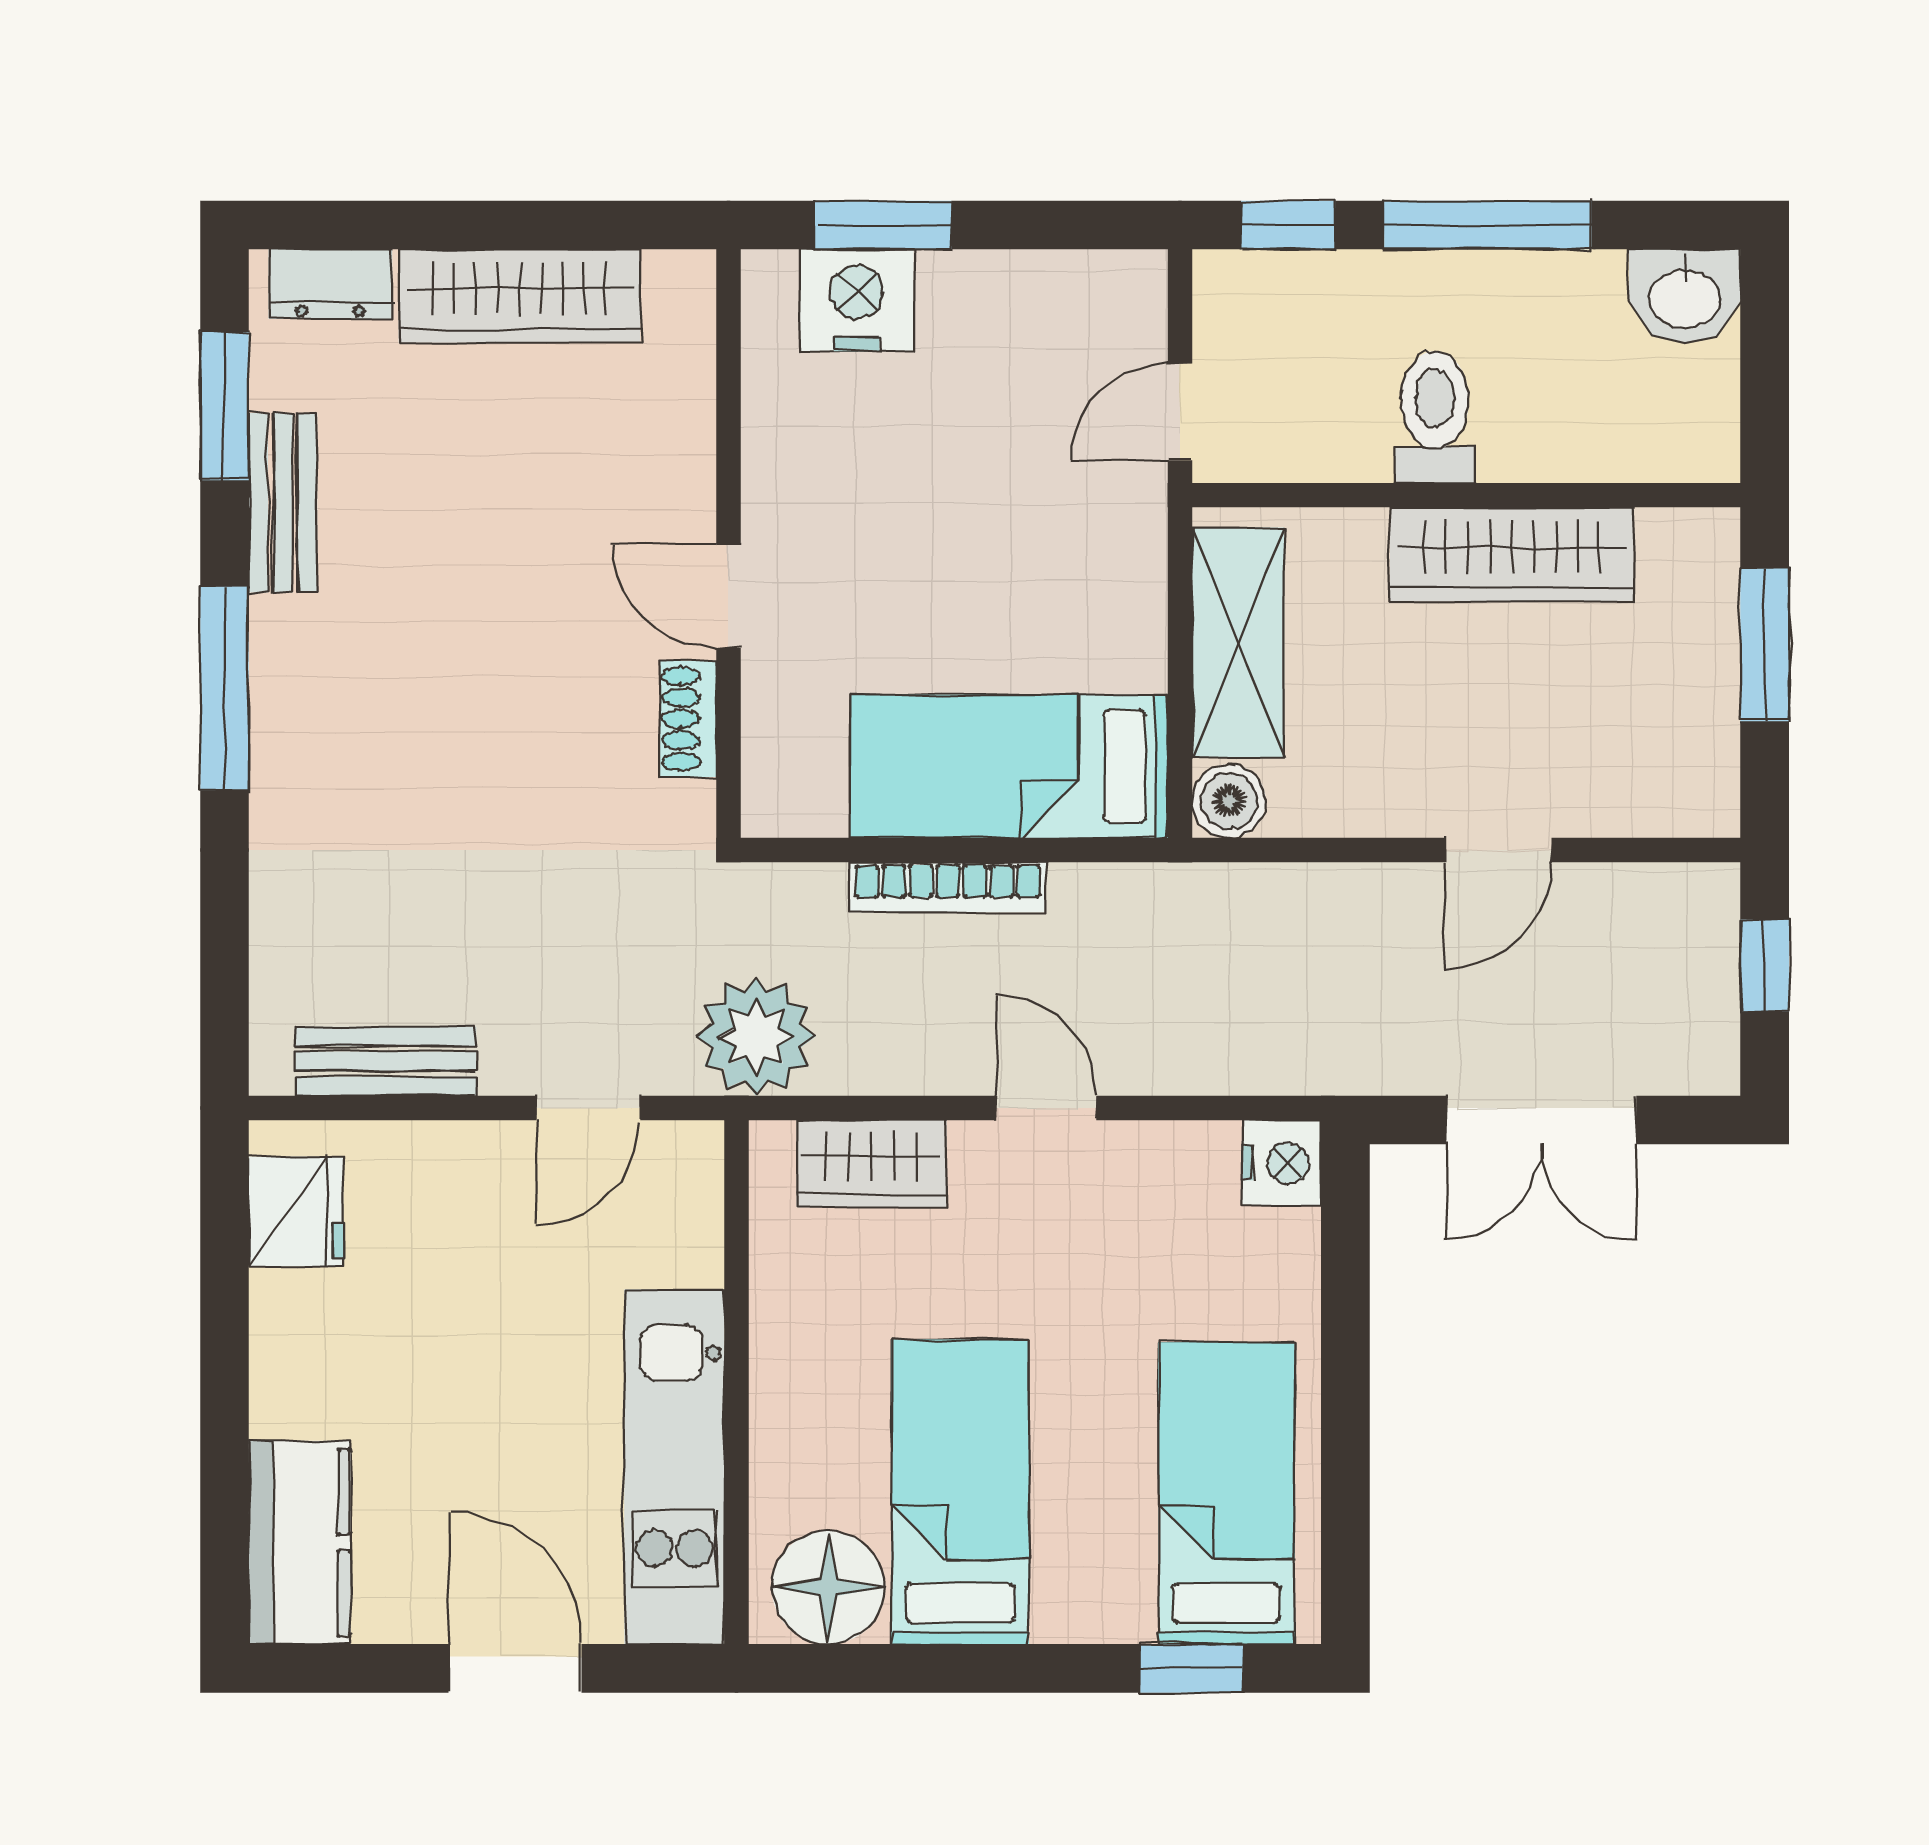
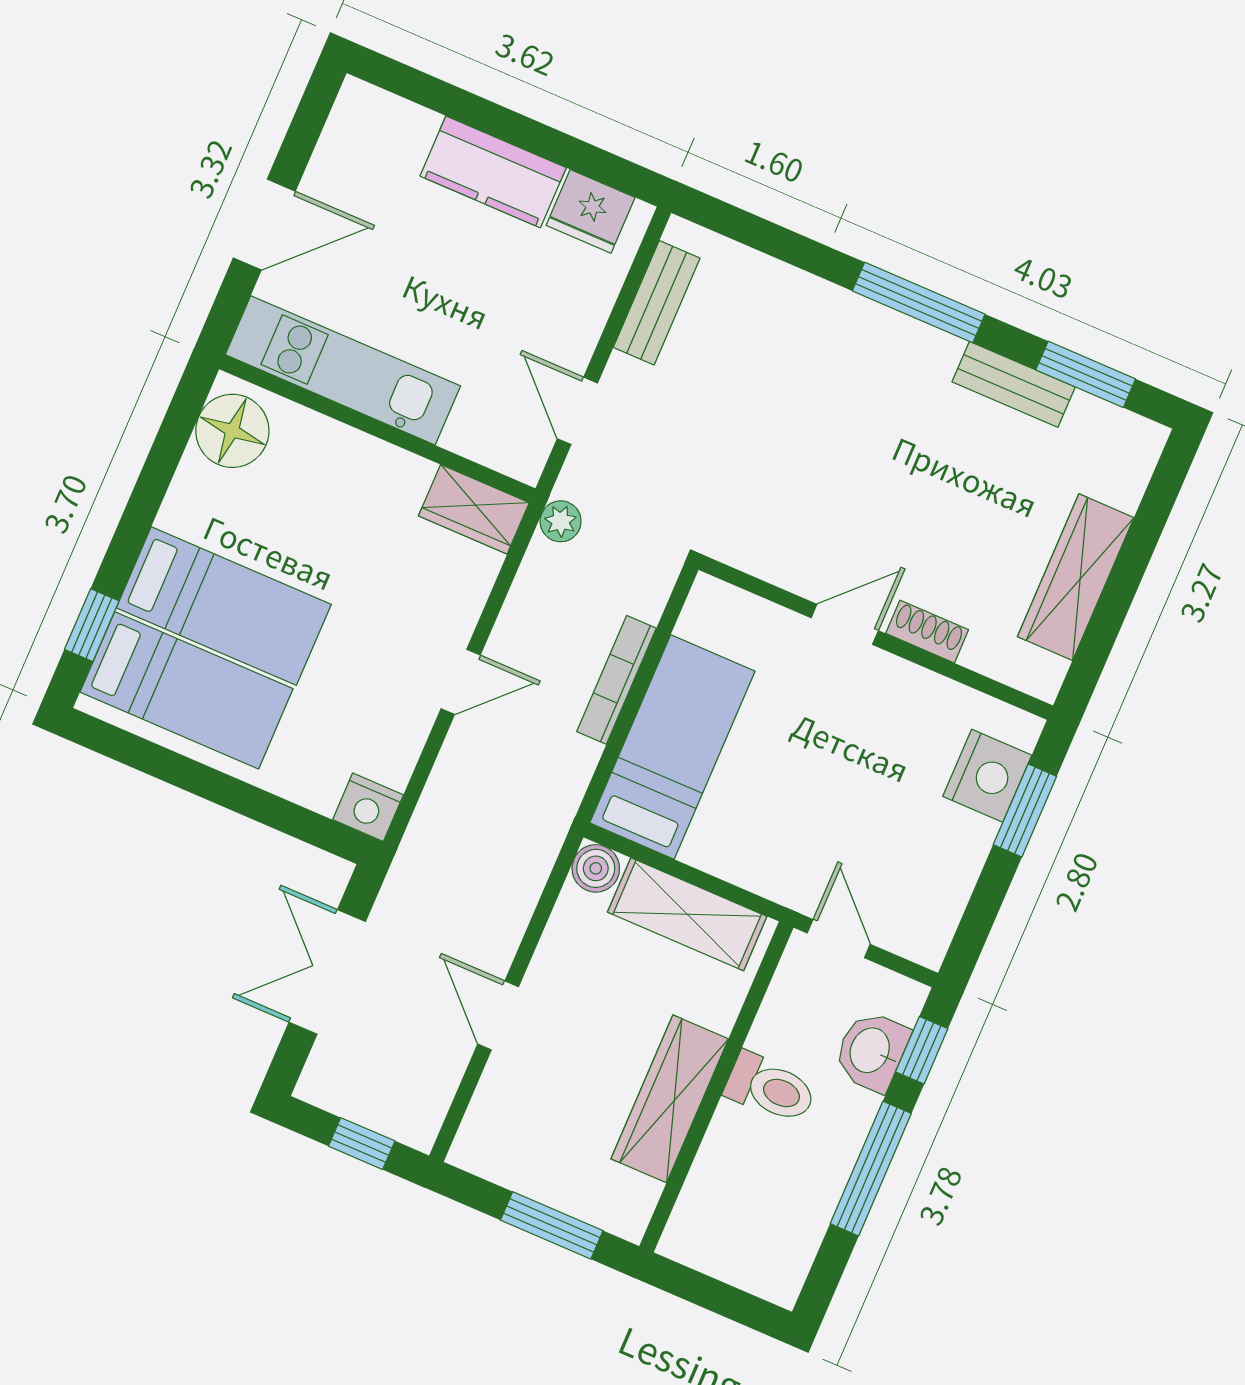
dresser: (330, 284) -> (1131, 468), removed
washbasin: (1685, 296) -> (871, 1051), moved
shoe rack: (688, 719) -> (927, 632), moved
plant: (756, 1036) -> (561, 521), width x0.53, depth x0.53
wardrobe: (872, 1164) -> (474, 509), moved, turned -90
bed: (960, 1492) -> (224, 606), moved
kitchen counter: (300, 1542) -> (493, 172), moved

